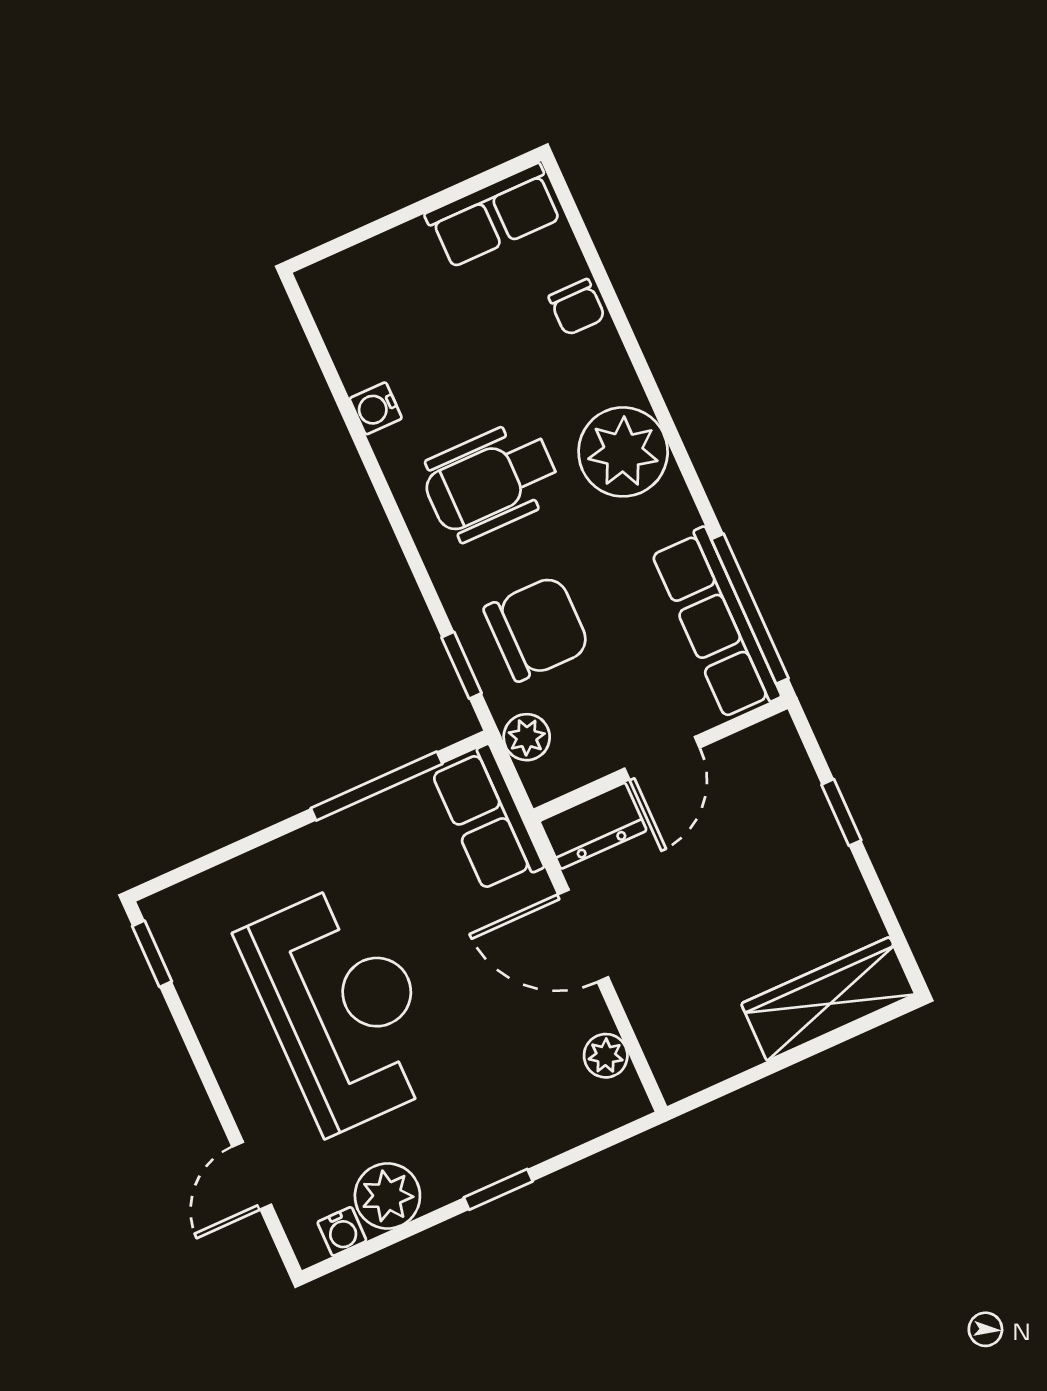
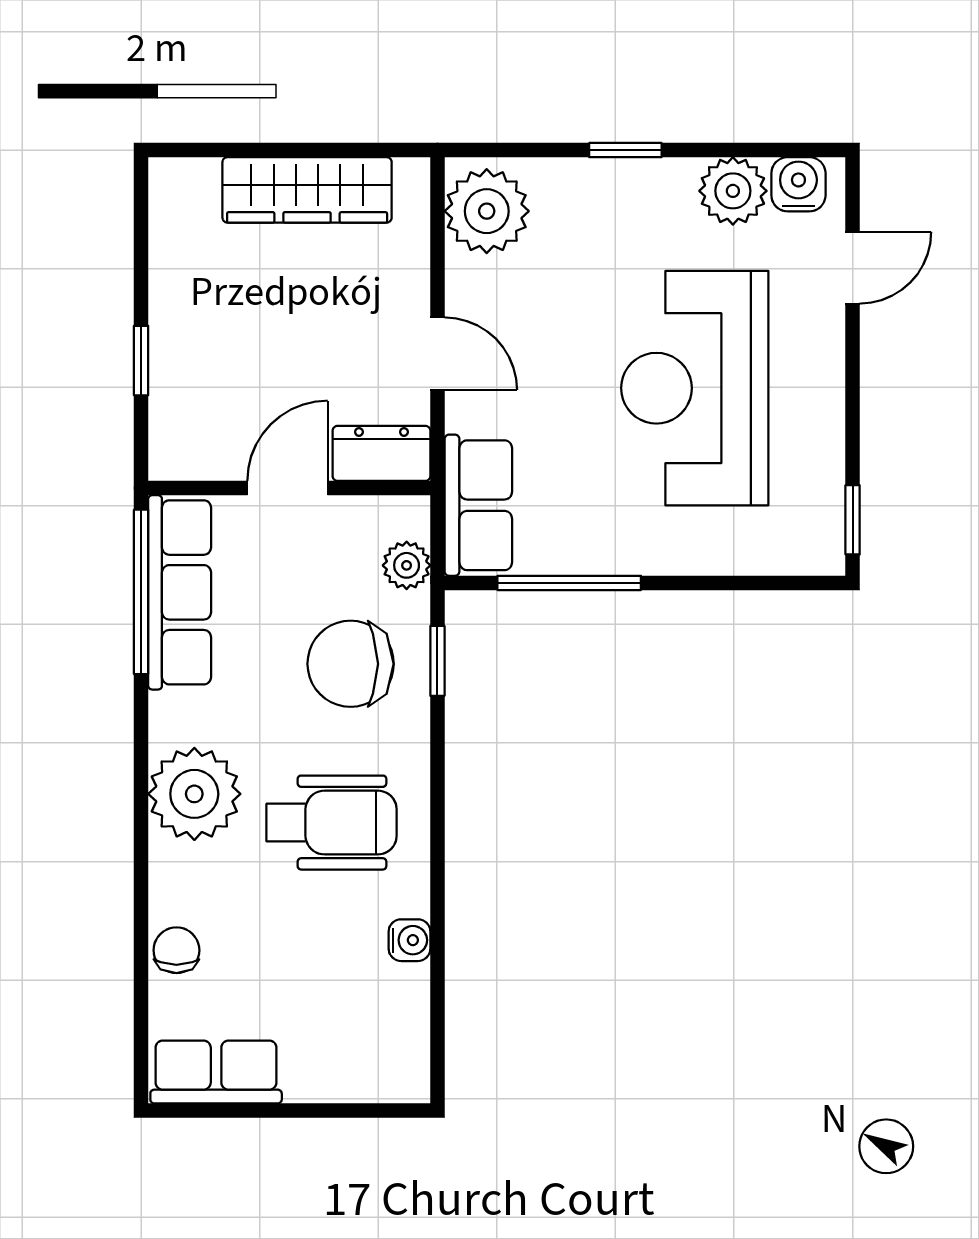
door: (583, 936) -> (437, 354), width x0.73
wardrobe: (828, 999) -> (307, 190), moved
plant: (606, 1056) -> (487, 211), width x1.87, depth x1.87
water cooler: (342, 1231) -> (798, 184), width x1.38, depth x1.38

